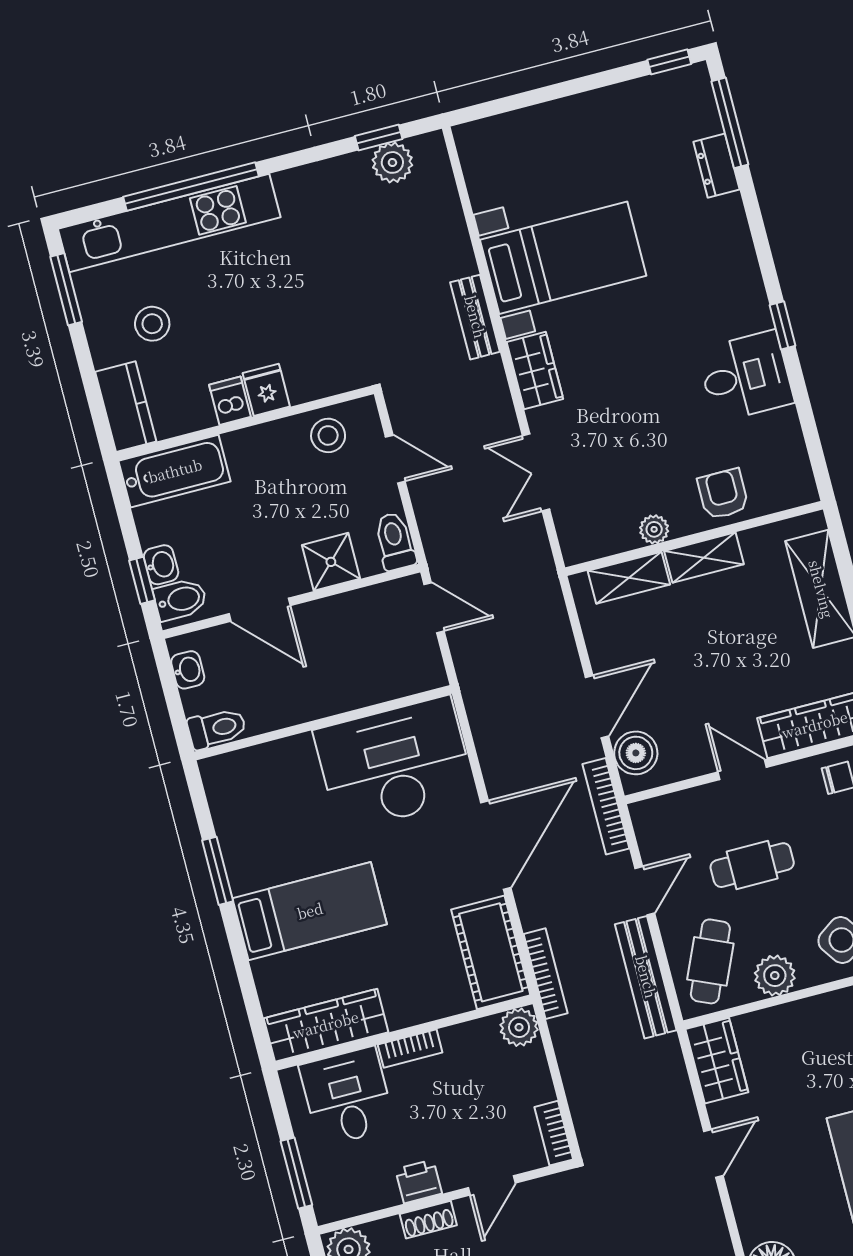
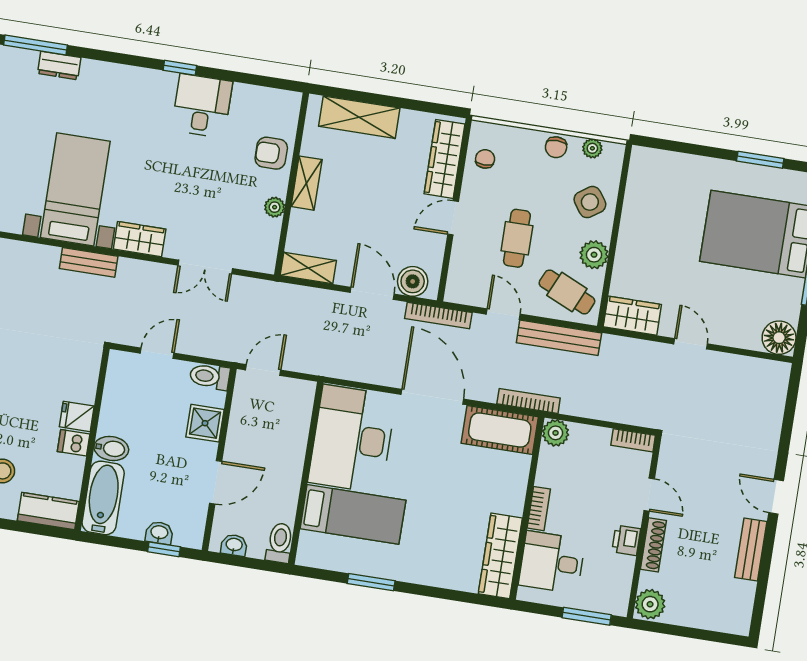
stool: (328, 435) -> (123, 390), removed
shelving: (629, 578) -> (308, 268), moved, turned 90
bidet: (180, 600) -> (111, 448), moved, turned 90
bed: (310, 911) -> (353, 514), moved, turned 90
shoe rack: (428, 1220) -> (653, 545), width x1.43

